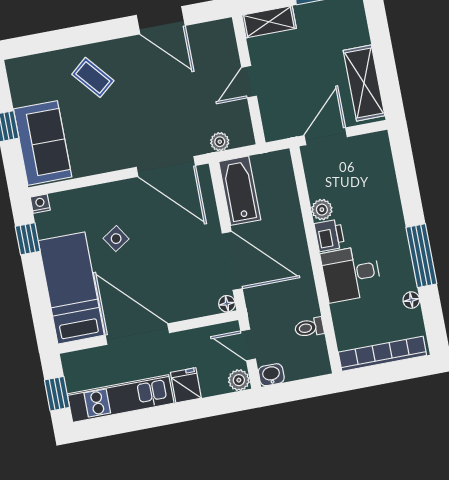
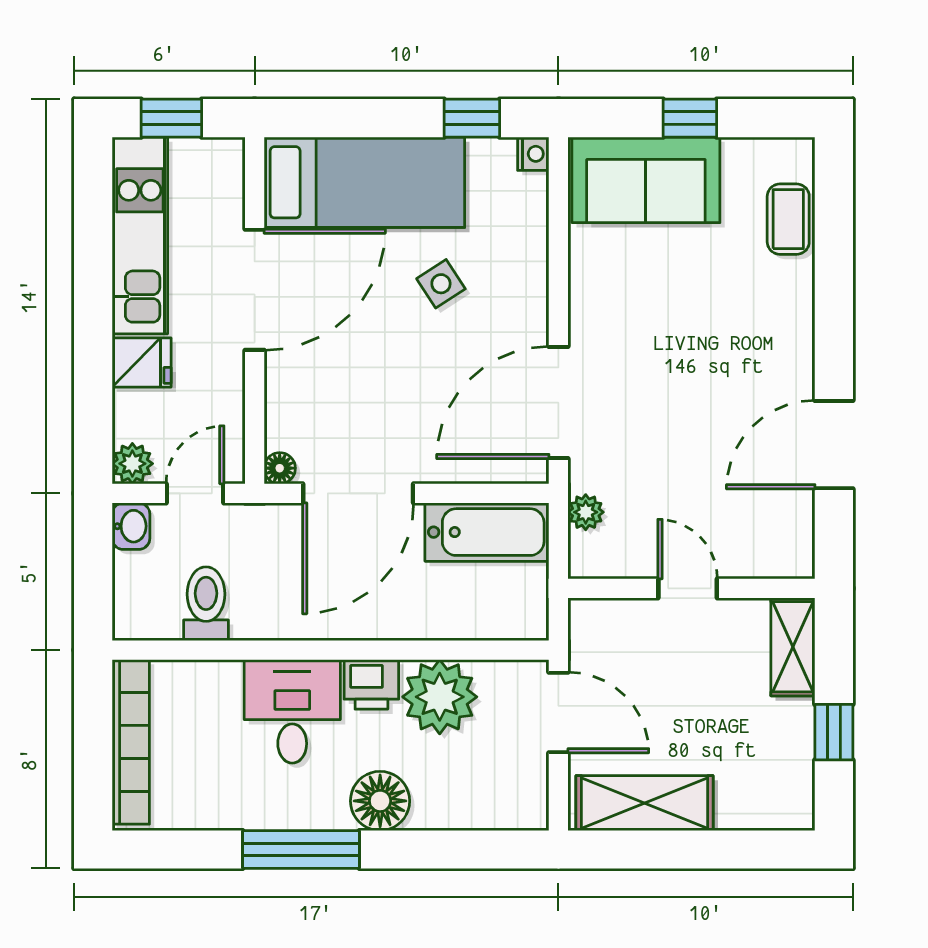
coffee table: (93, 77) -> (788, 219), moved, turned -50
plant: (322, 210) -> (440, 697), width x1.87, depth x1.87
floor lamp: (411, 300) -> (380, 801), moved, width x1.89, depth x1.89
toilet: (309, 328) -> (206, 604), width x1.37, depth x1.39

